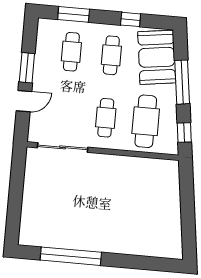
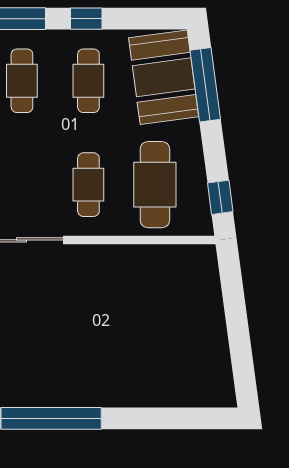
window: (131, 19) -> (86, 19), moved
window: (182, 82) -> (205, 85), moved

